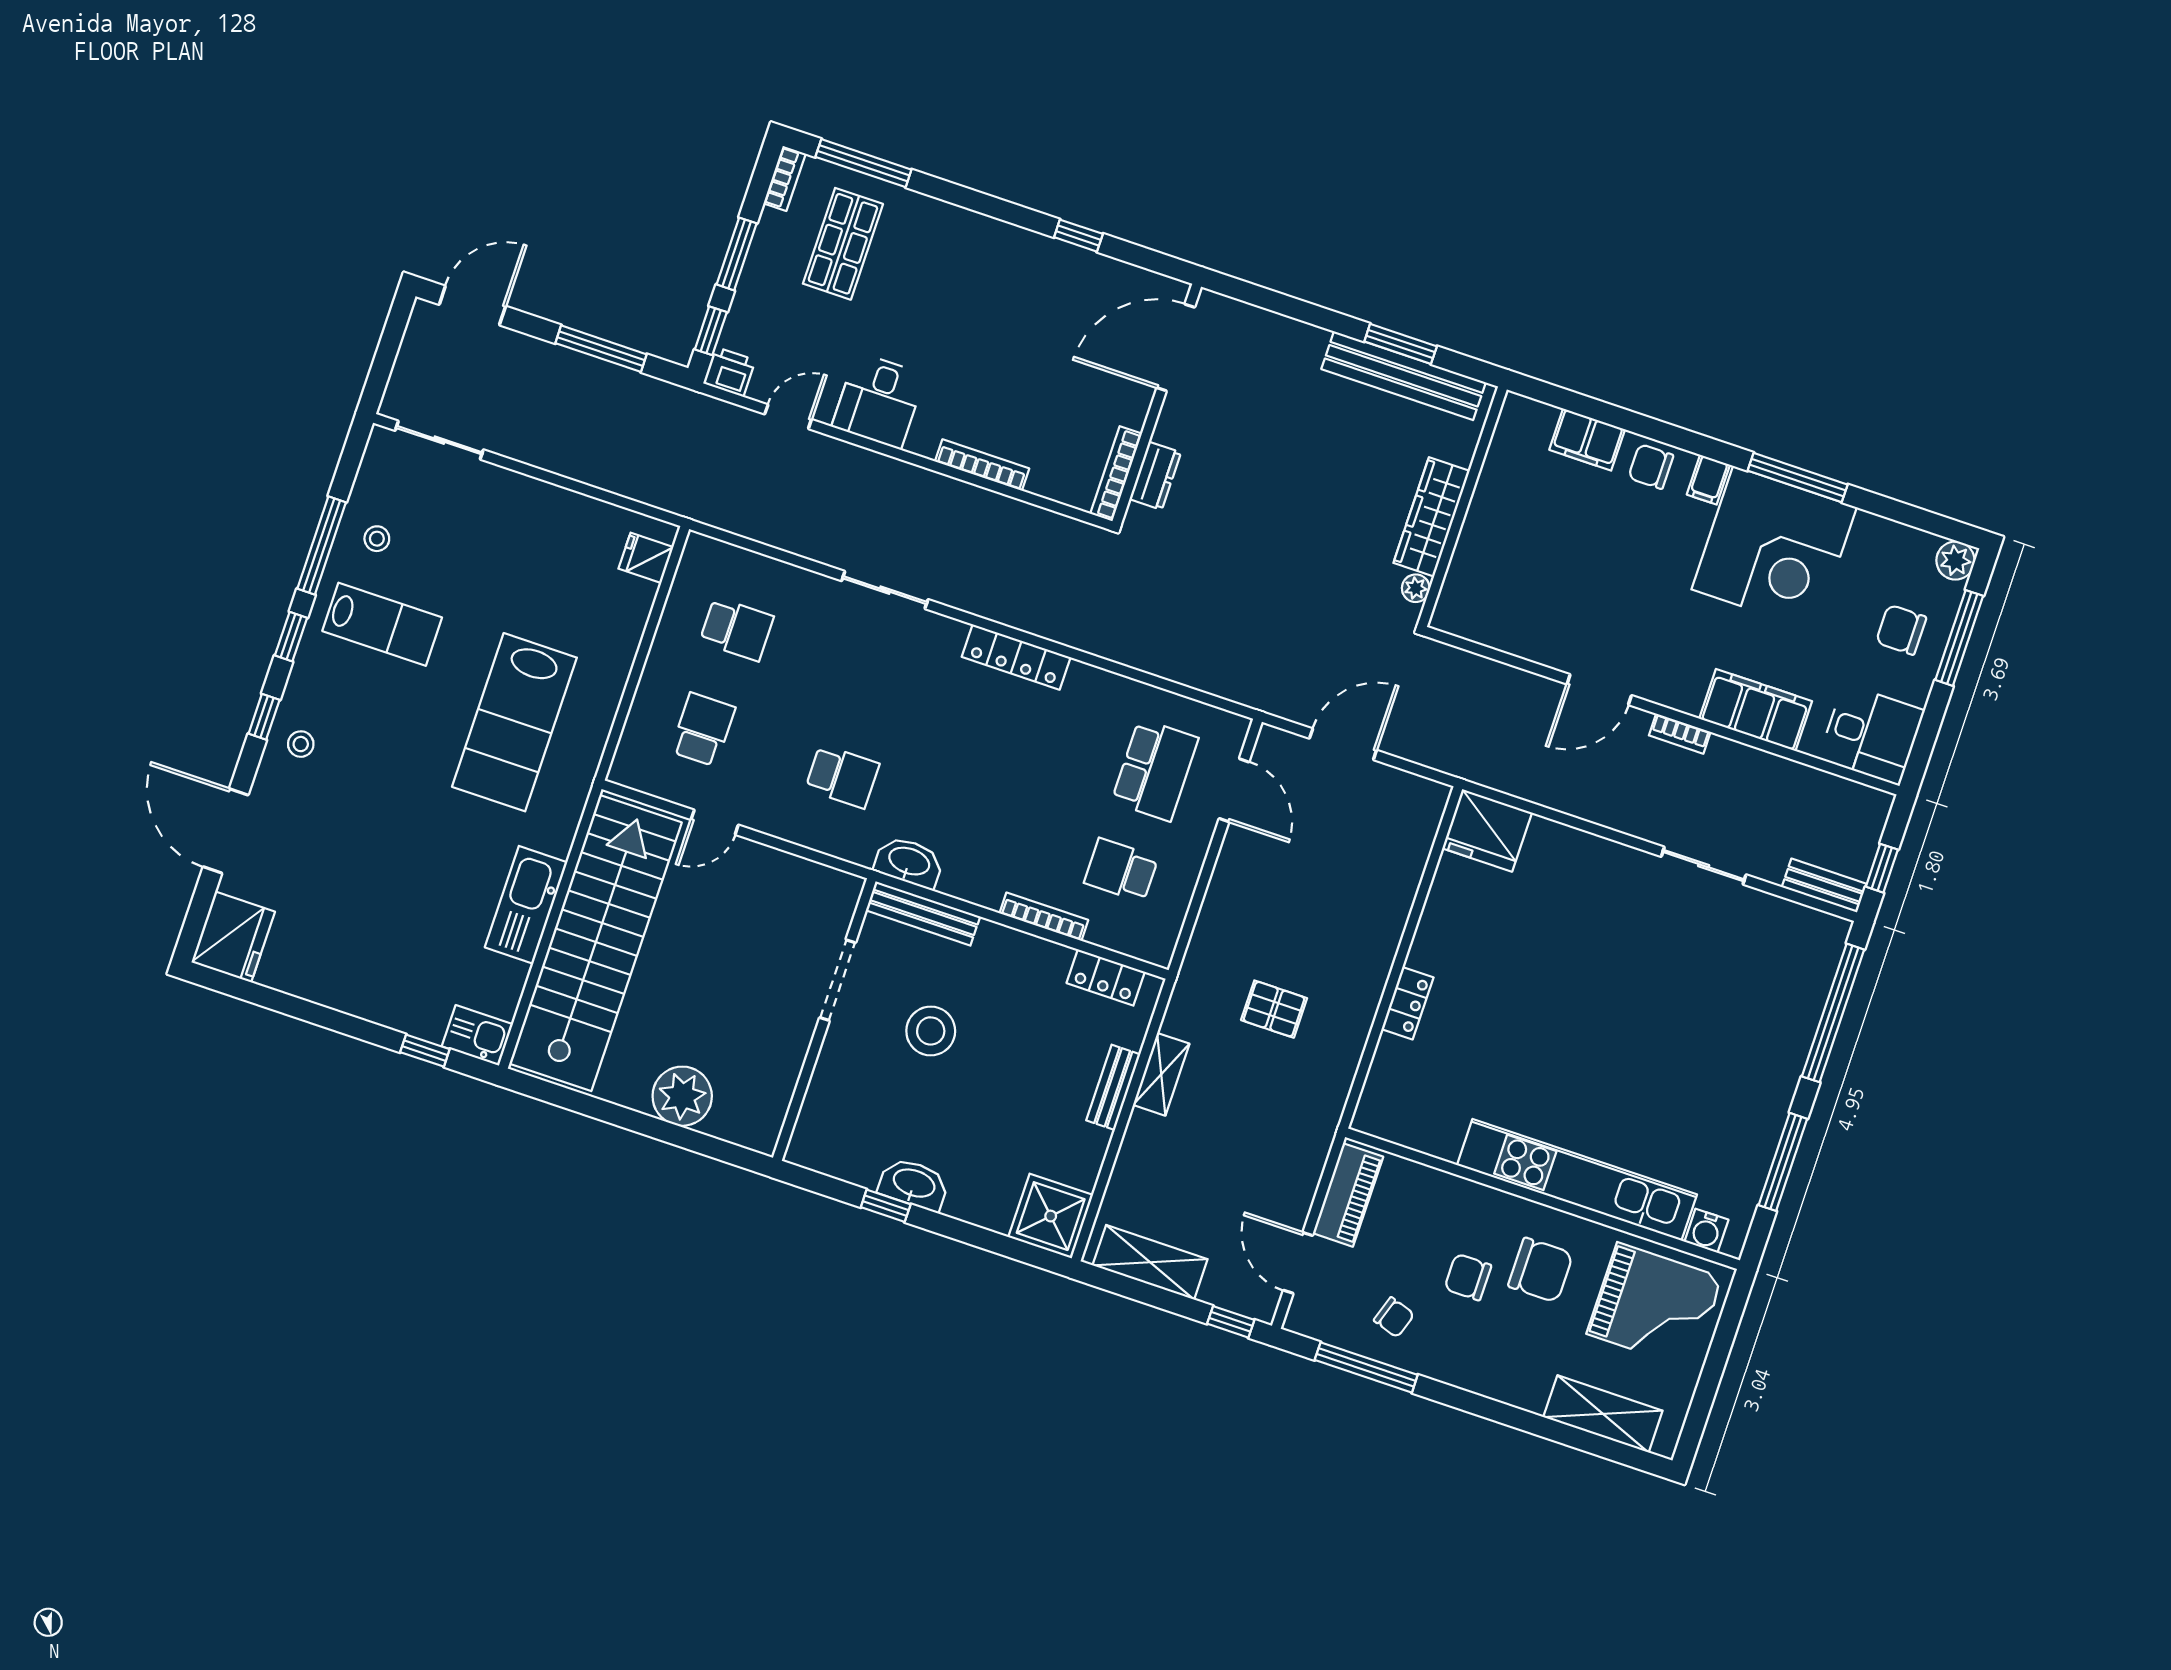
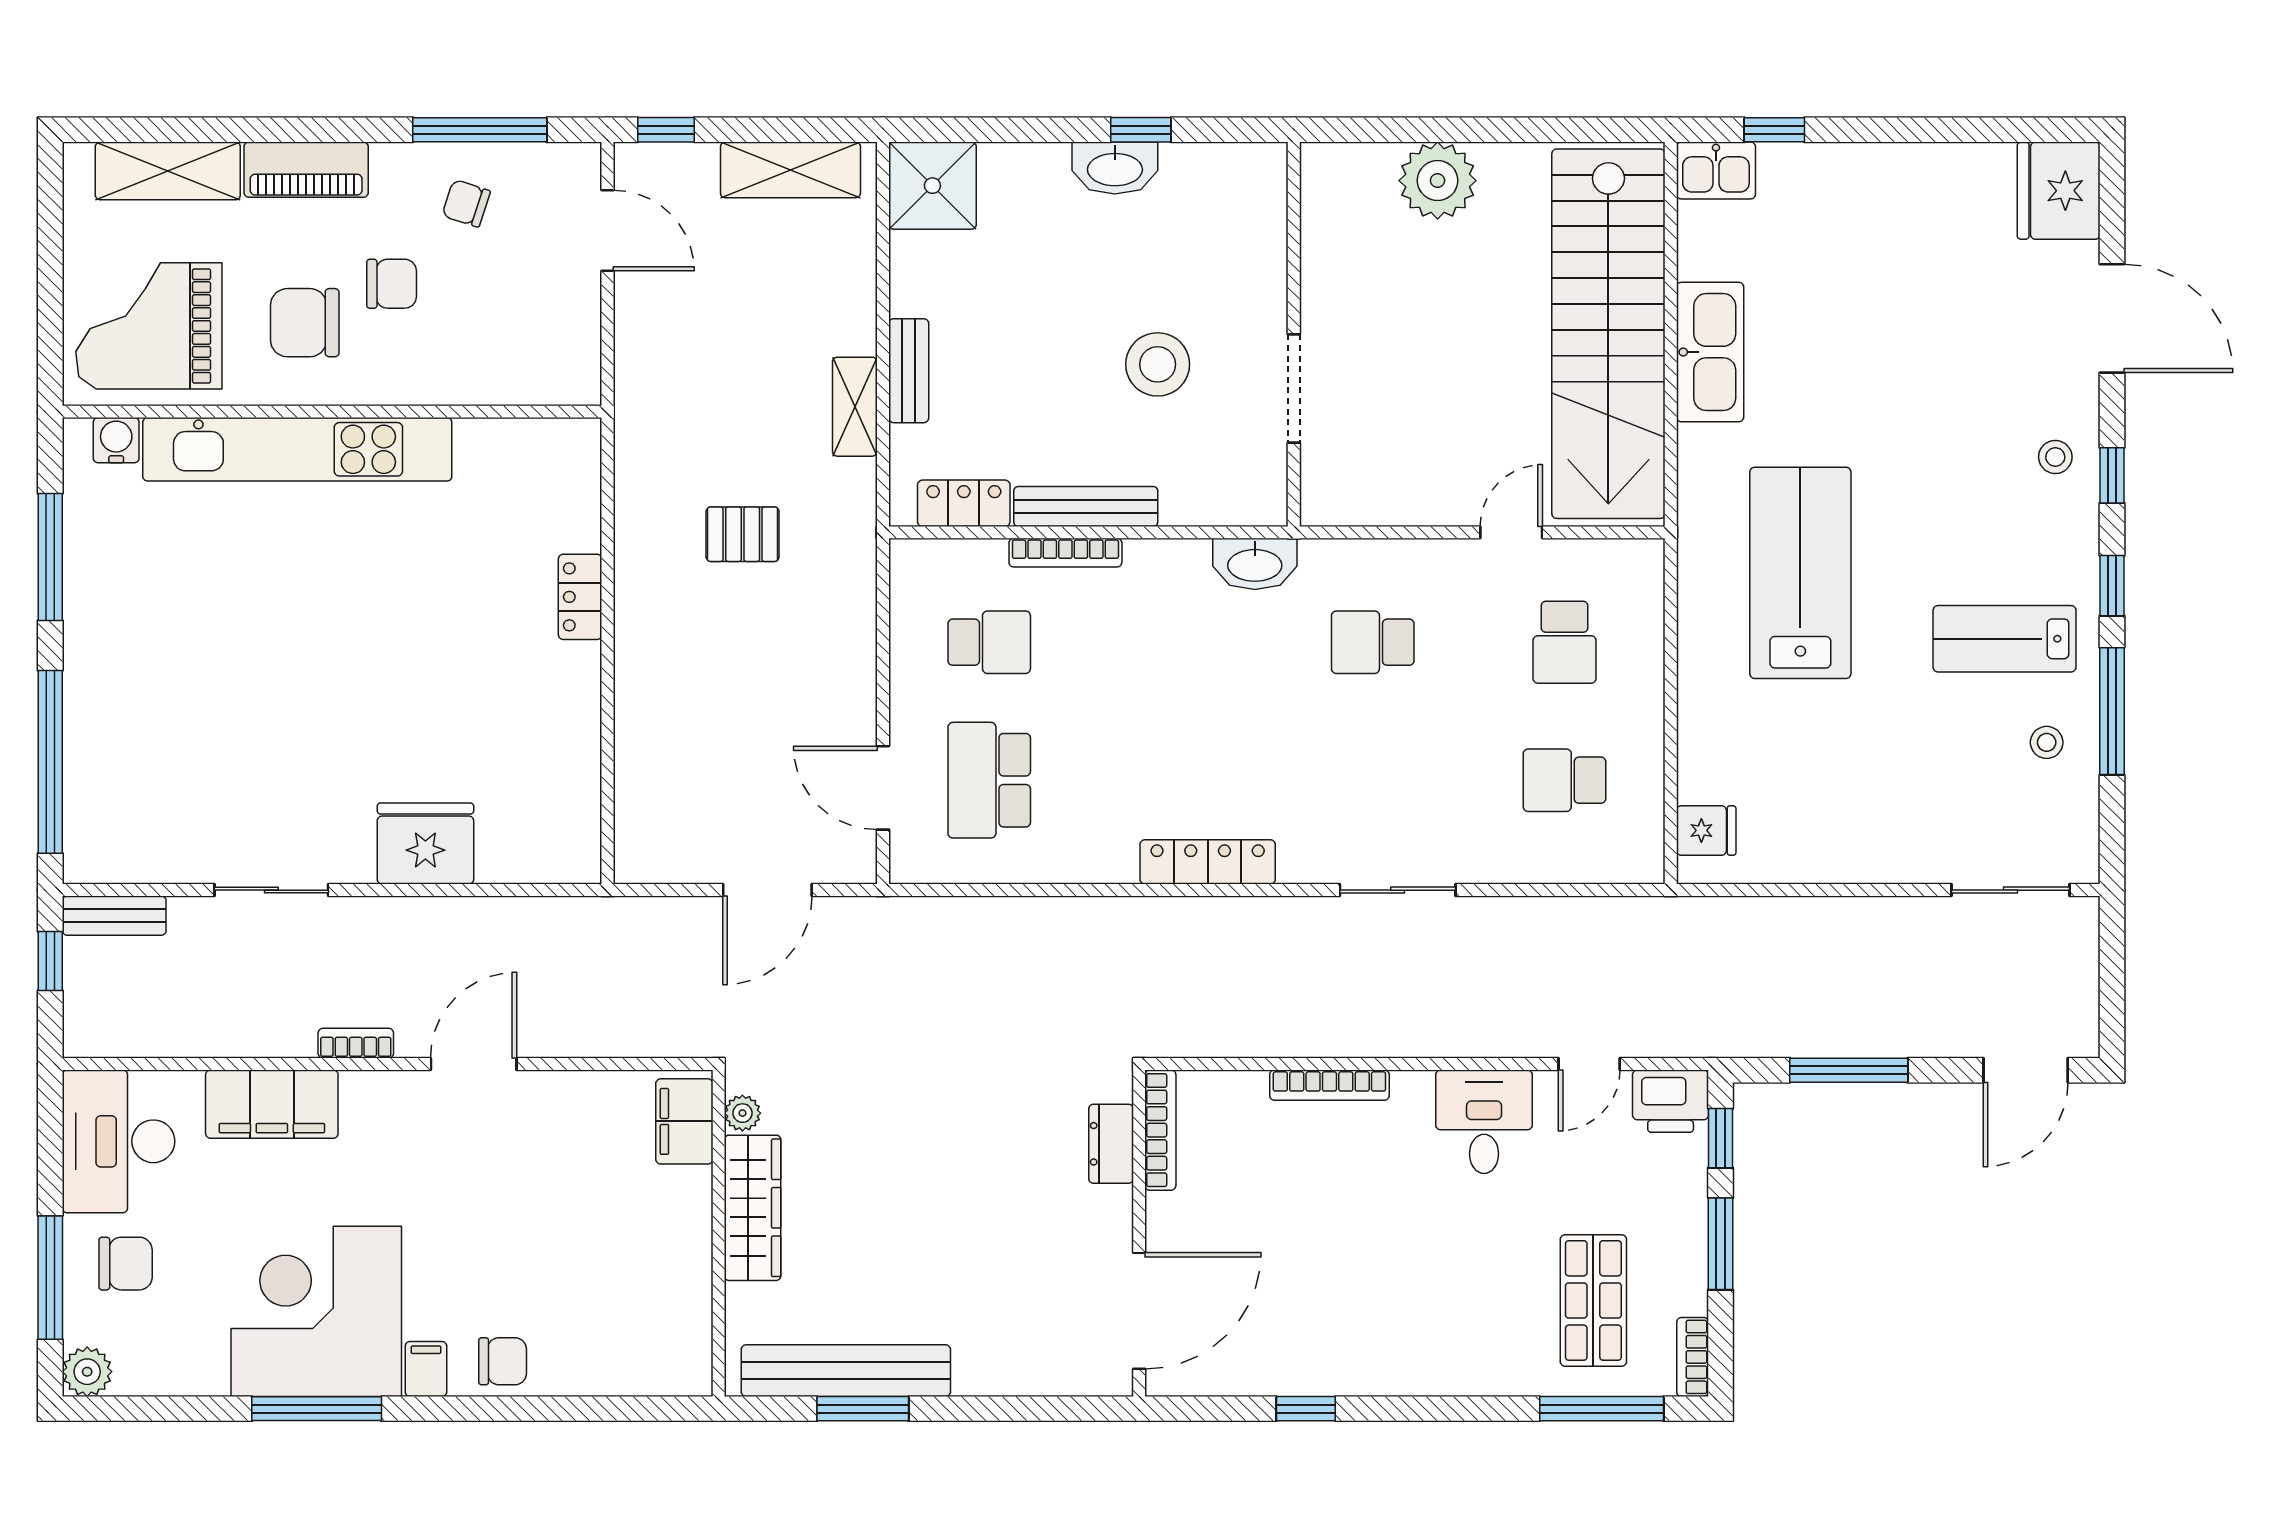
printer: (729, 372) -> (1671, 1101), width x1.36, depth x1.24
filing cabinet: (1587, 440) -> (684, 1121), moved, turned -90
desk: (1872, 734) -> (118, 1141), width x1.37
fridge: (1487, 830) -> (425, 844), moved
bench: (923, 913) -> (1086, 506), moved
piano: (1348, 1195) -> (306, 170), moved, turned -90

